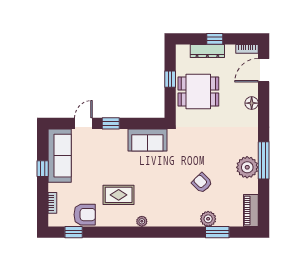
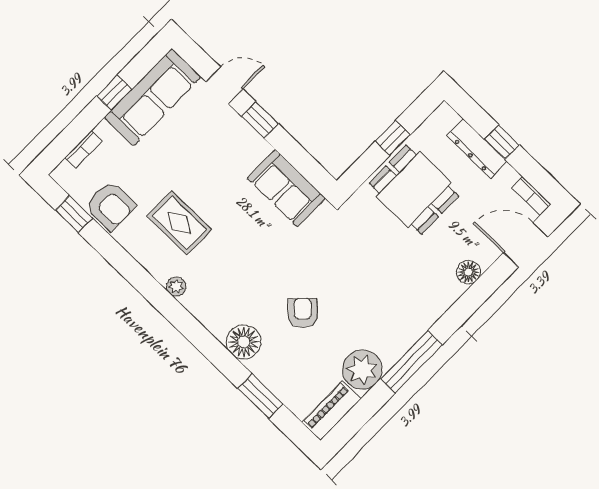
plant: (247, 167) -> (362, 370), moved
floor lamp: (190, 217) -> (244, 342), added
plant: (208, 219) -> (265, 367), removed

